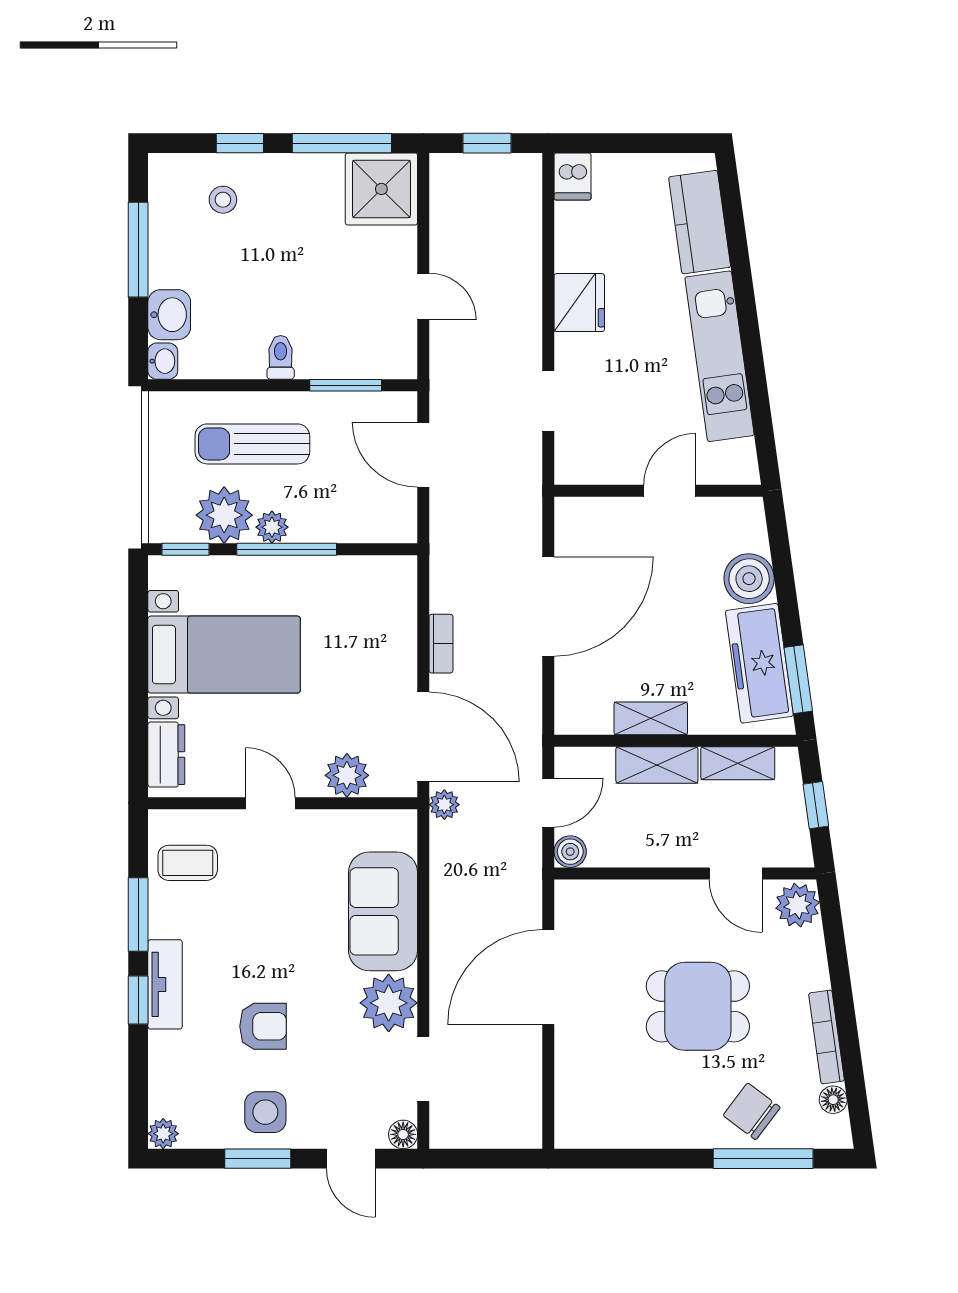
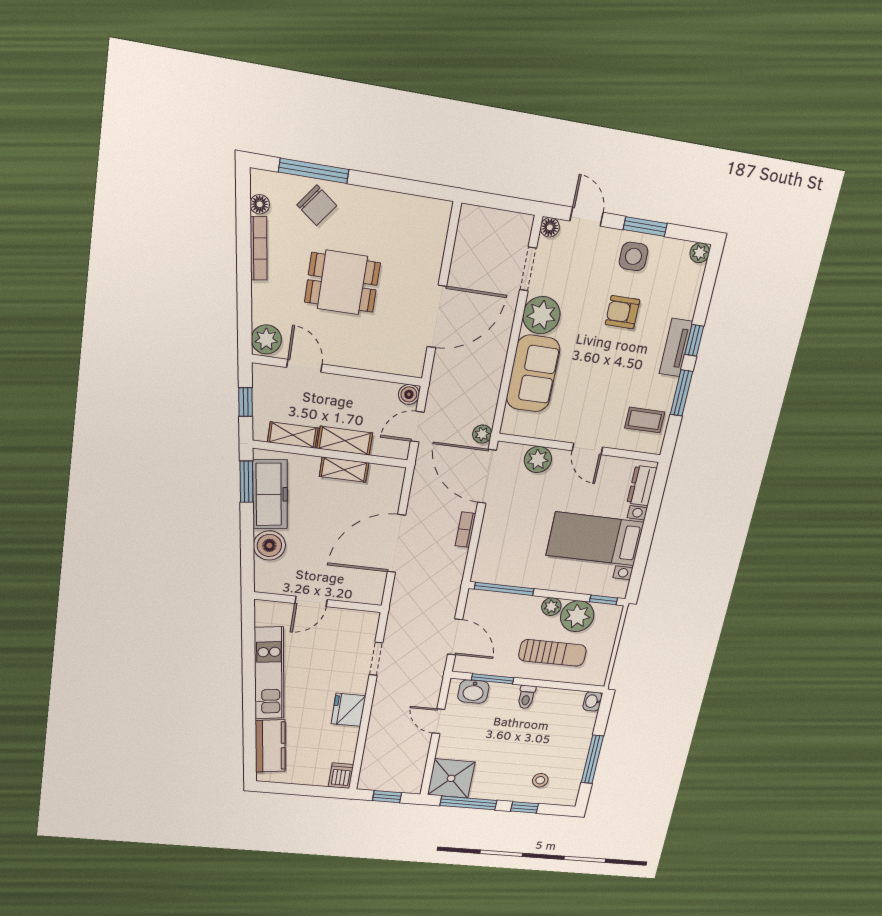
washbasin: (169, 315) -> (473, 692), moved, turned -90
window: (287, 549) -> (504, 589), moved

